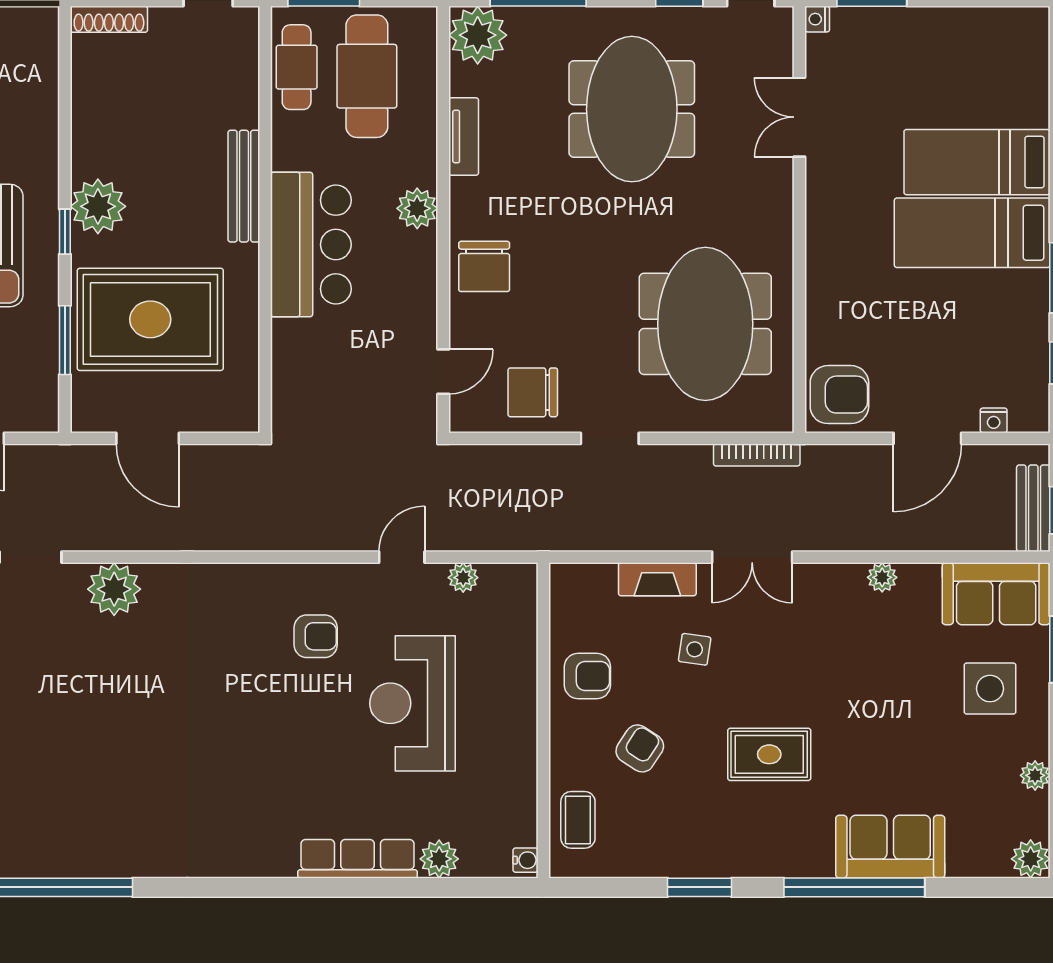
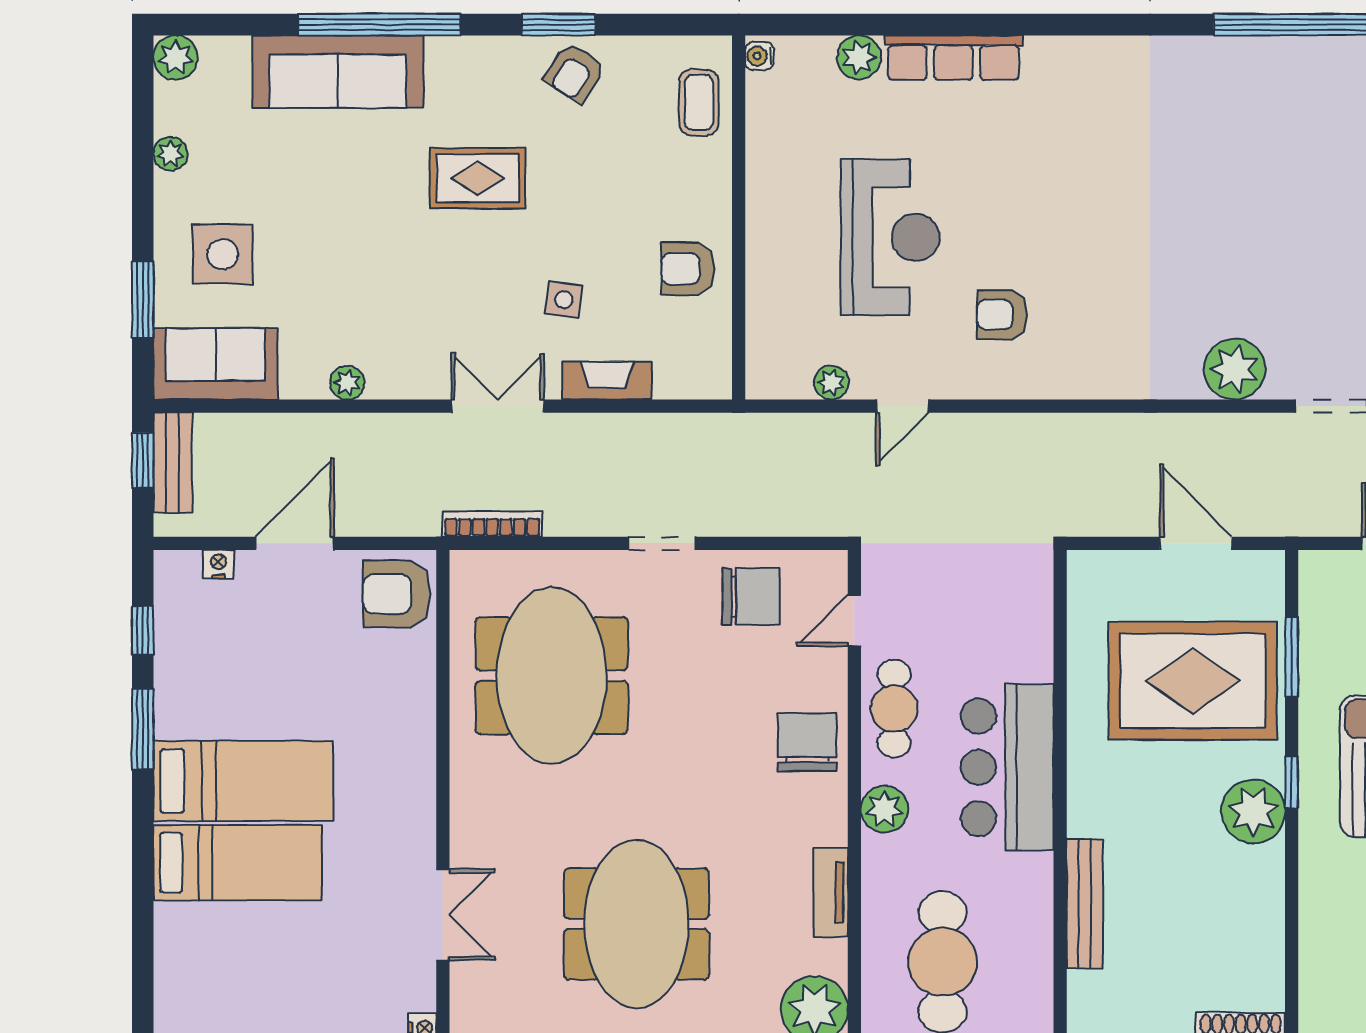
cafe table: (297, 67) -> (894, 709), moved
bench: (244, 186) -> (1085, 904), moved
armchair: (640, 748) -> (575, 73), moved
sofa: (890, 847) -> (338, 72), width x1.36

